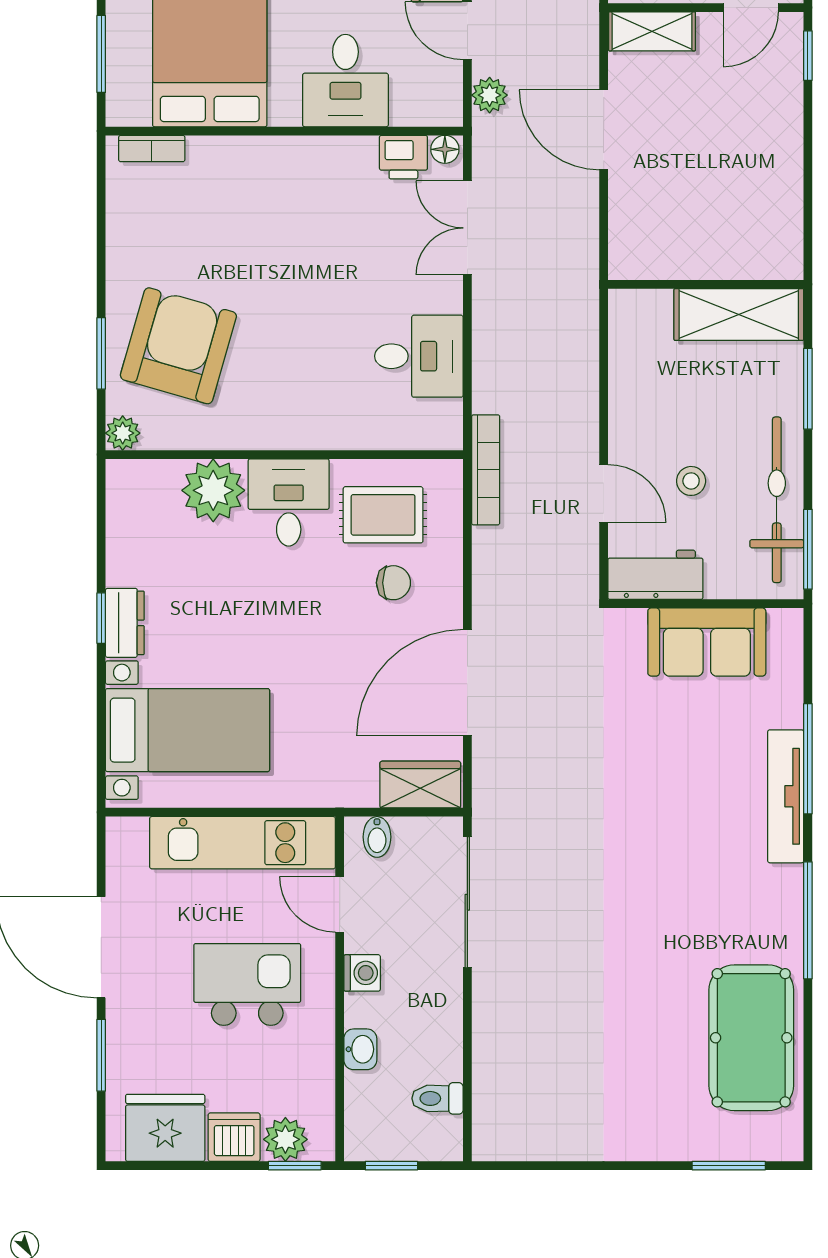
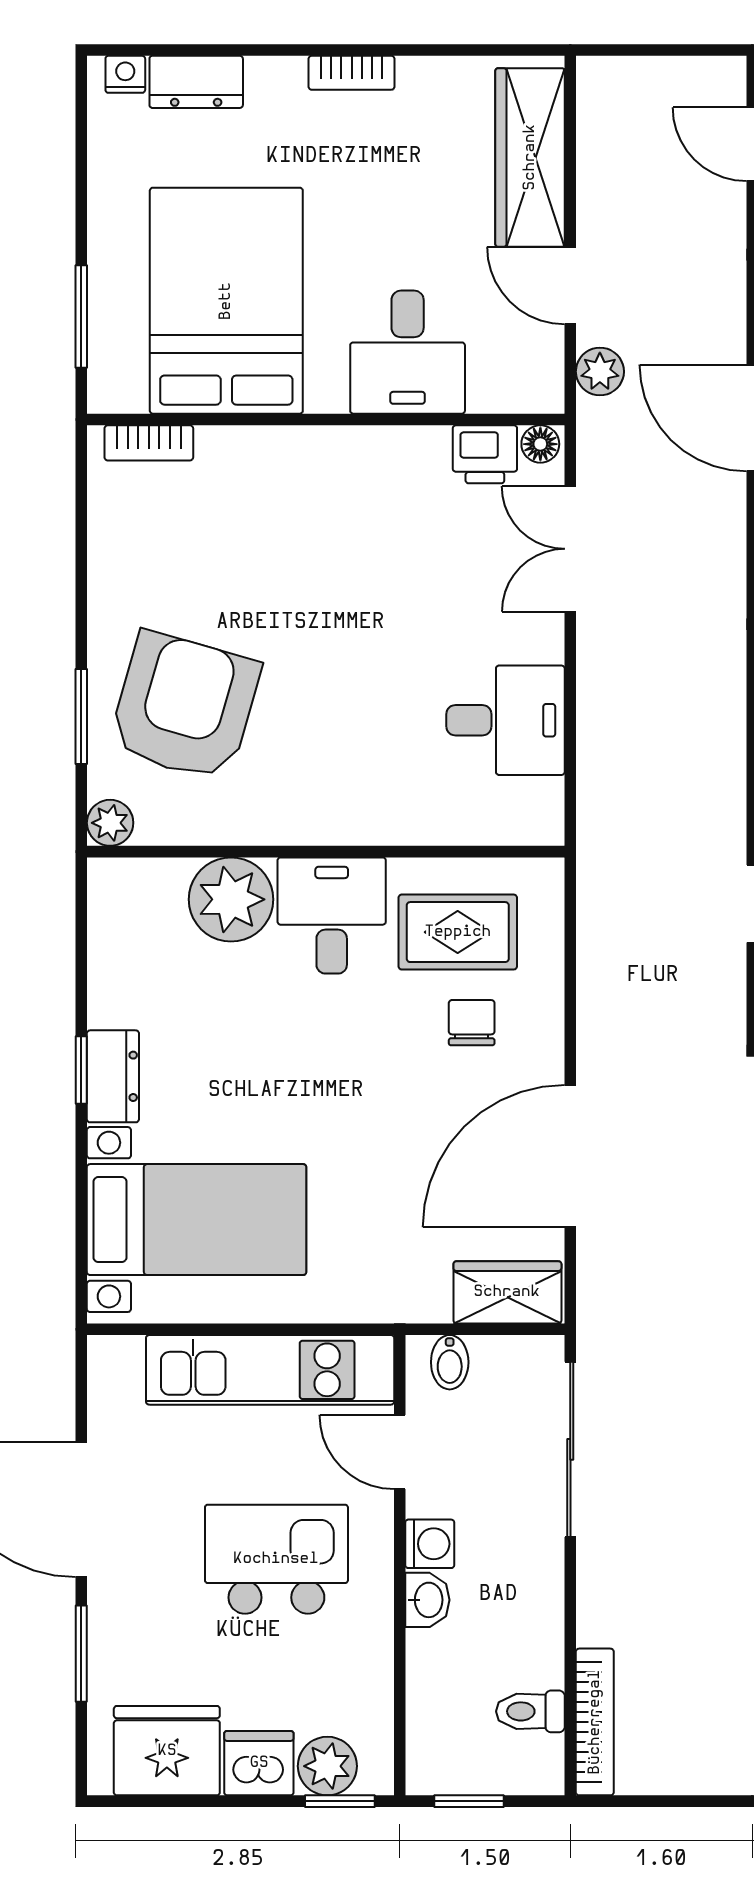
bookcase: (486, 470) -> (595, 1722), moved
chair: (393, 583) -> (472, 1023), turned -90
washbasin: (360, 1049) -> (427, 1600), moved

